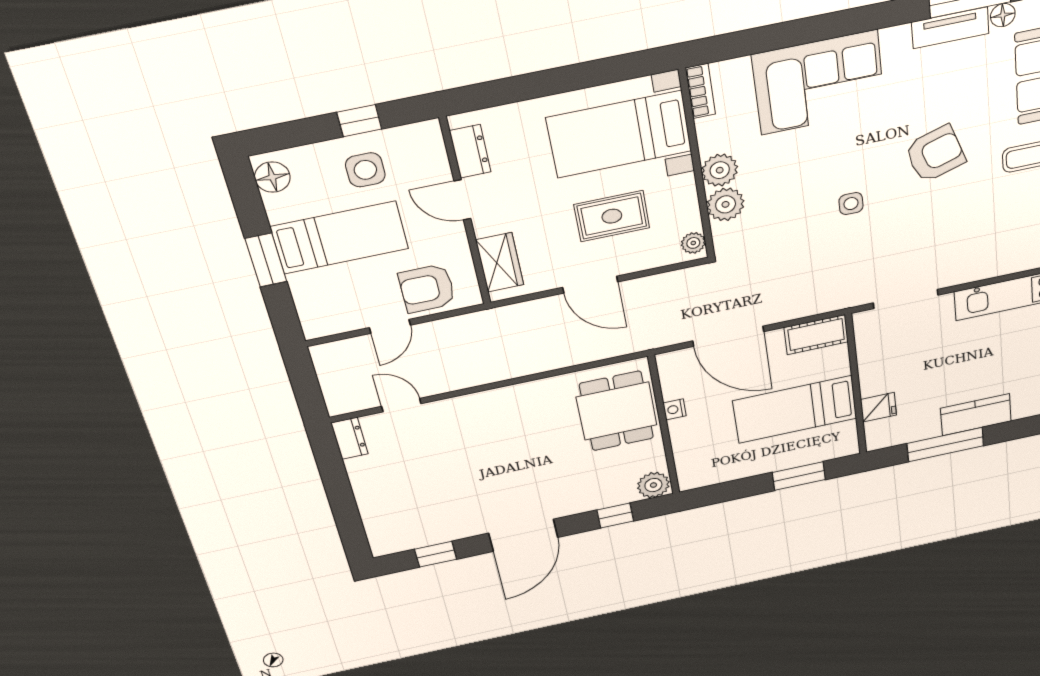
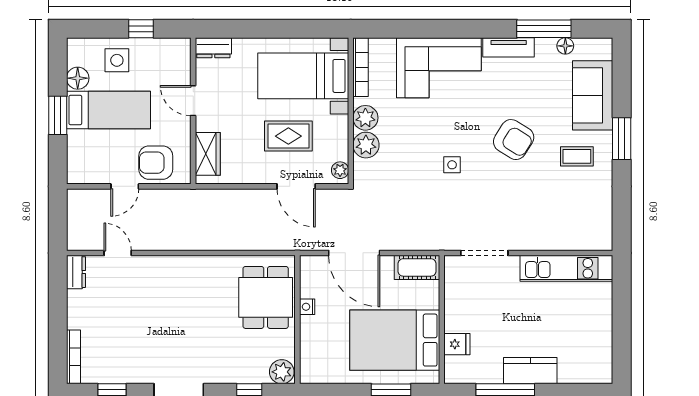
tv unit: (950, 28) -> (509, 47), moved
bookcase: (700, 91) -> (361, 67), width x1.56
dresser: (470, 151) -> (213, 48), moved, turned 90
armchair: (935, 154) -> (514, 140), turned 50
side table: (365, 170) -> (117, 60), moved
floor lamp: (272, 177) -> (78, 78), moved
door: (590, 285) -> (296, 186), moved
bed: (795, 410) -> (395, 340), width x1.50
bookcase: (374, 529) -> (73, 357), added

